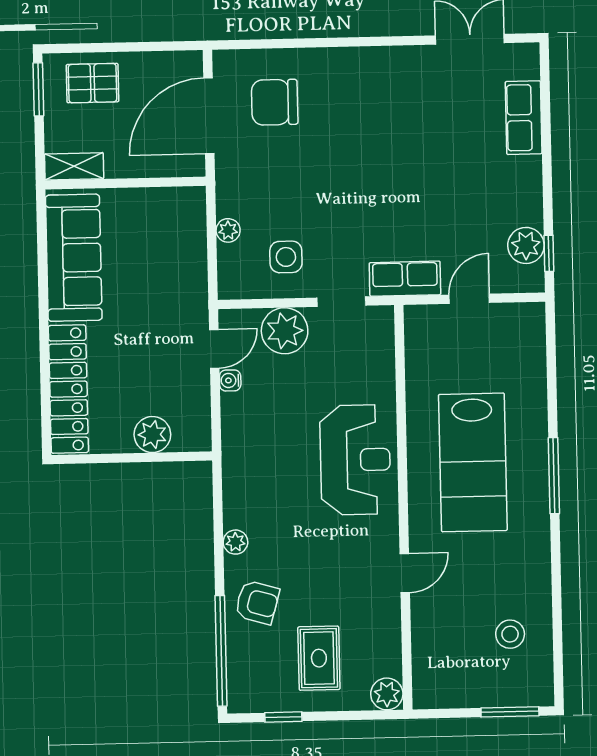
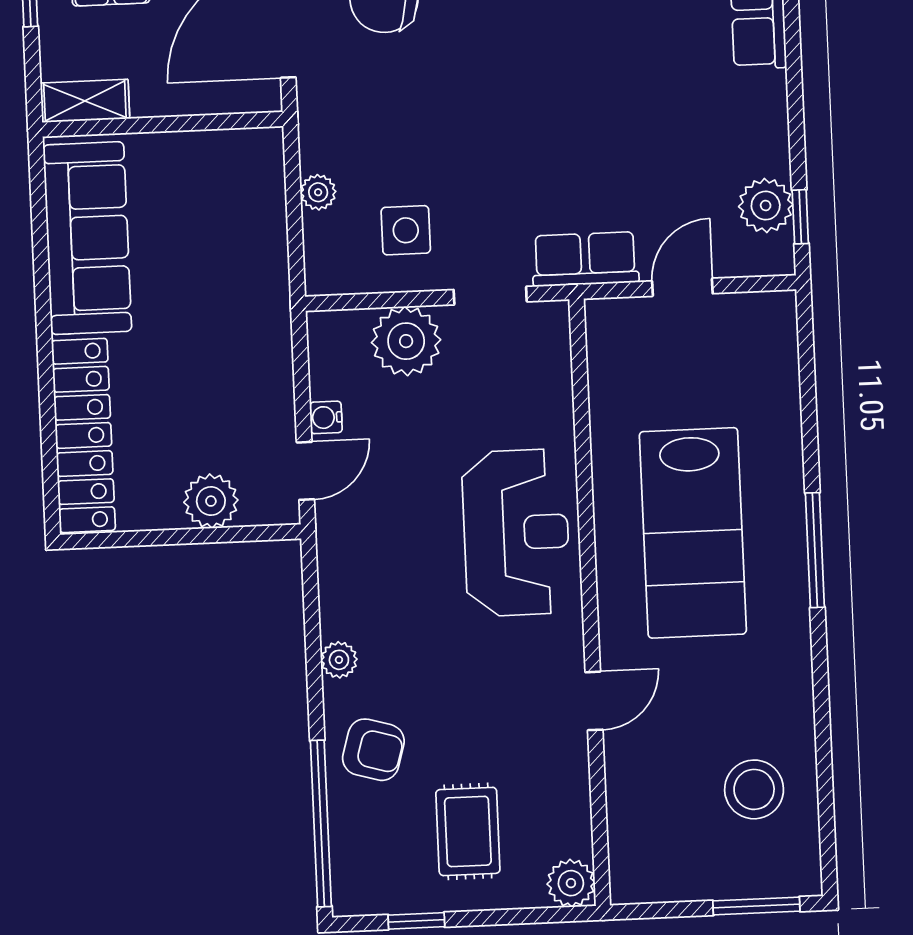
door: (214, 349) -> (305, 471), moved
stool: (510, 634) -> (754, 789), width x1.38, depth x1.38

